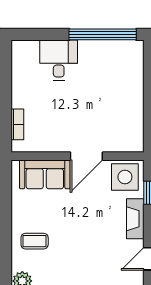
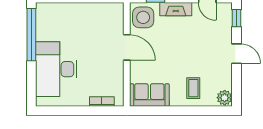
desk: (59, 60) -> (56, 69), width x1.87, depth x1.30
sofa: (45, 174) -> (149, 95), moved, turned -90

